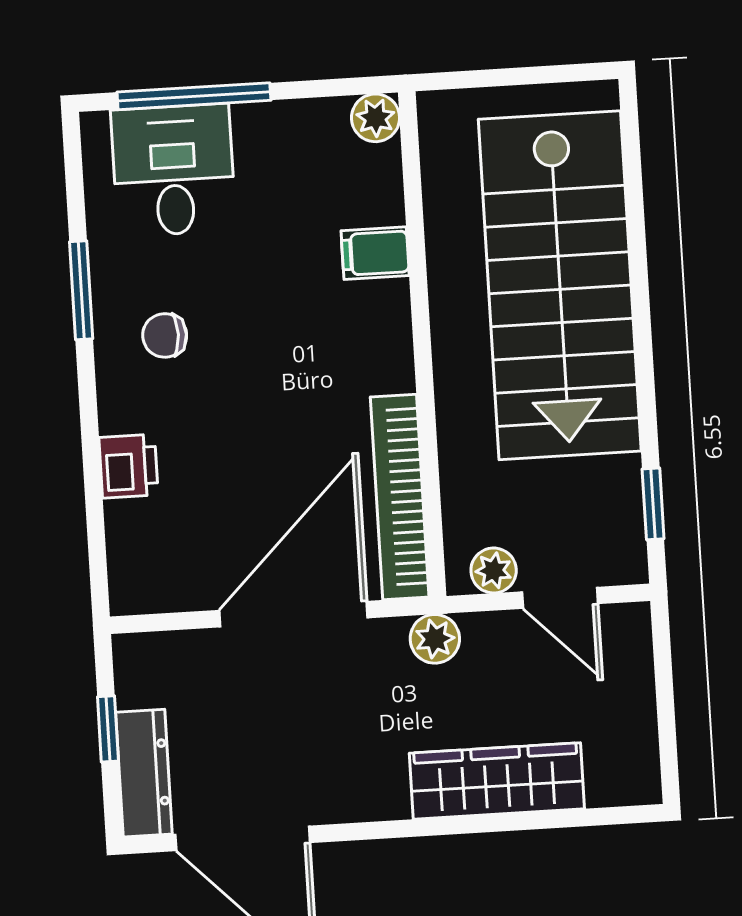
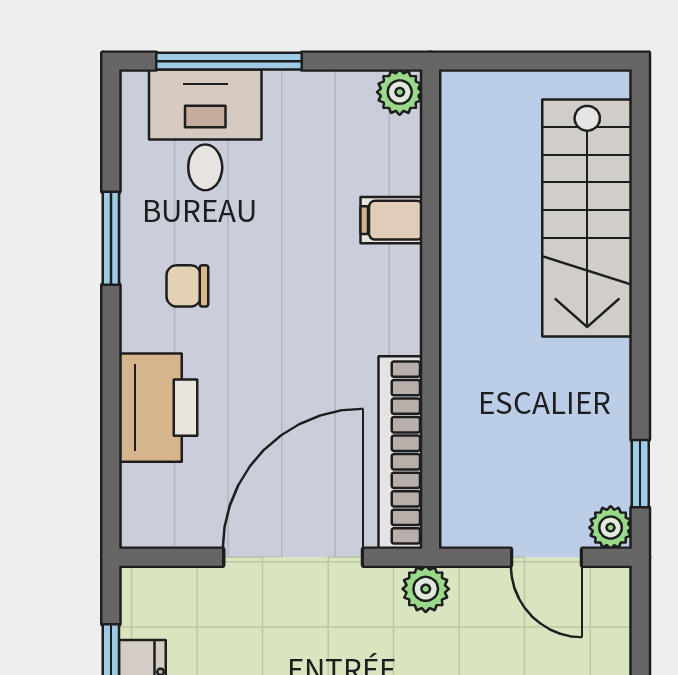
stairs: (560, 285) -> (587, 218), width x0.73, depth x0.66
printer: (128, 466) -> (158, 408), width x1.87, depth x1.48
plant: (494, 570) -> (611, 528), moved

